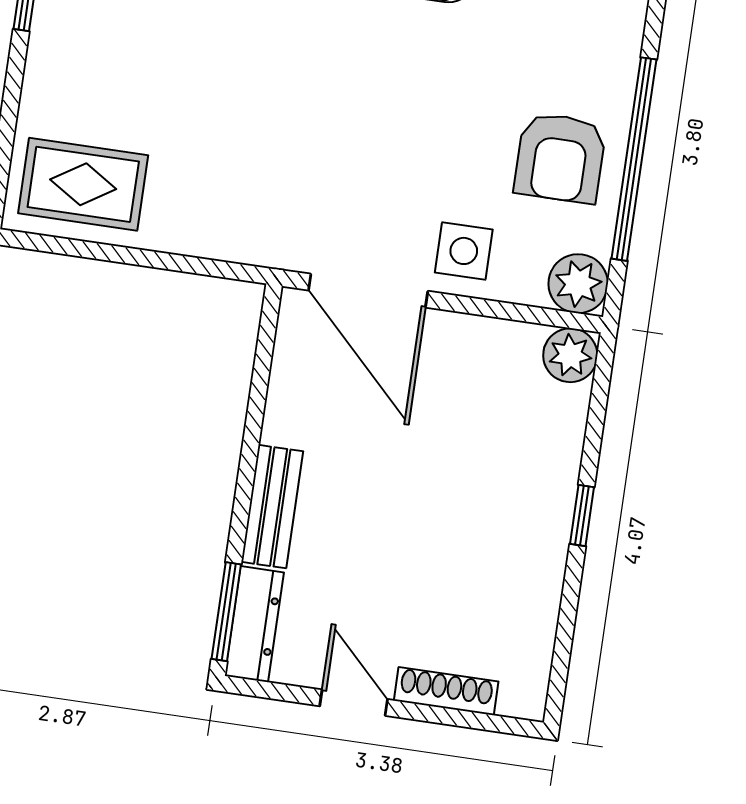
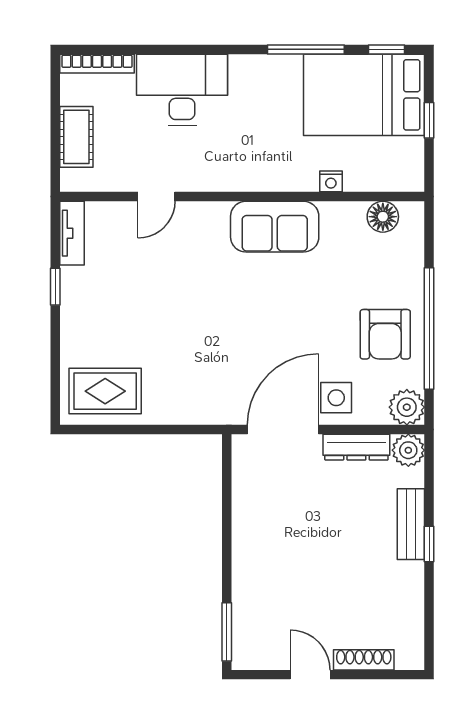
door: (368, 291) -> (283, 429), swing flipped
bench: (272, 507) -> (411, 524), moved
dresser: (254, 624) -> (356, 447), moved, turned 90

